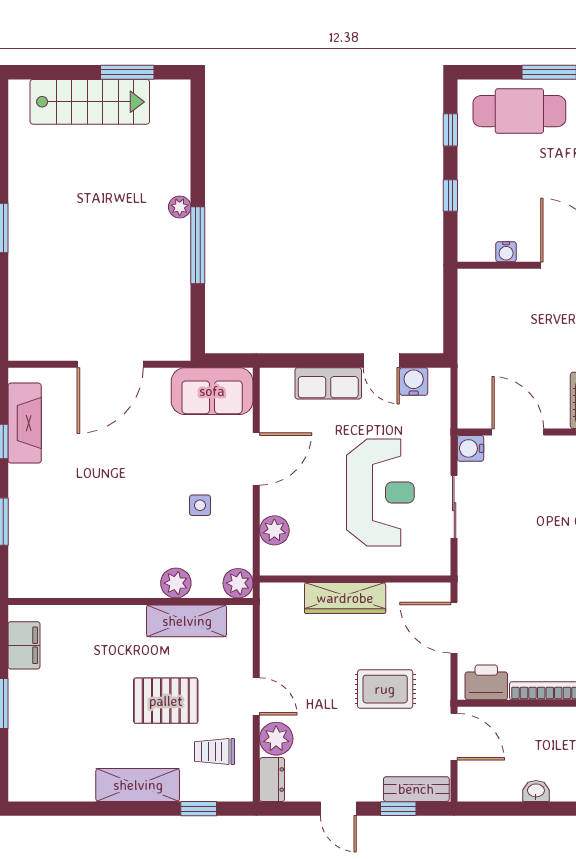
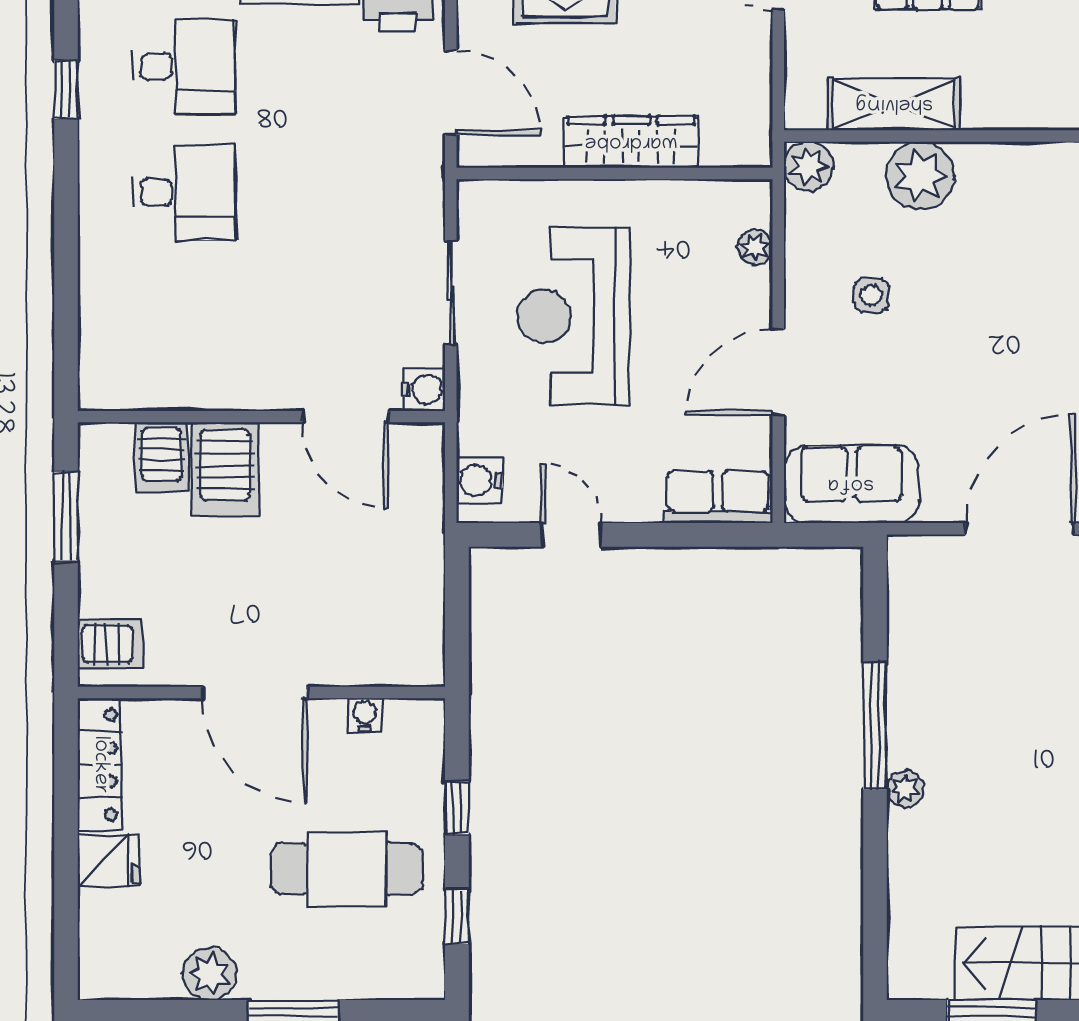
cafe table: (519, 111) -> (347, 869), moved
water cooler: (414, 381) -> (479, 480), moved, turned 90
row of seats: (328, 383) -> (718, 497), moved
plant: (274, 530) -> (755, 247), width x0.73, depth x0.73
plant: (176, 583) -> (920, 176), width x1.36, depth x1.36

